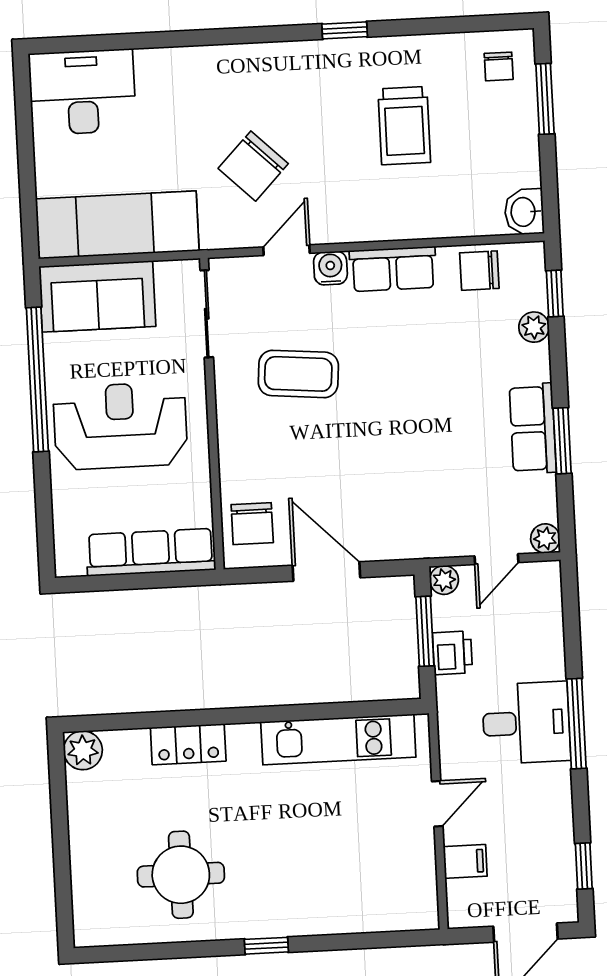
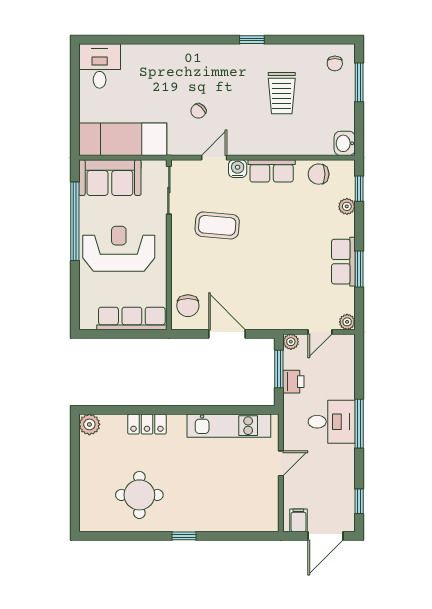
desk: (82, 92) -> (100, 66), width x0.73
chair: (253, 166) -> (198, 111), width x0.54, depth x0.54
filing cabinet: (465, 861) -> (298, 520), moved, turned -90

